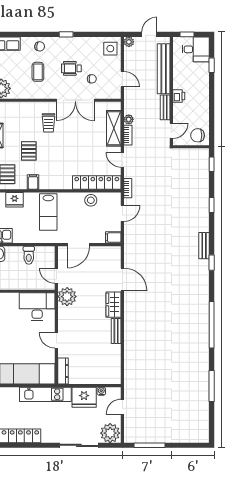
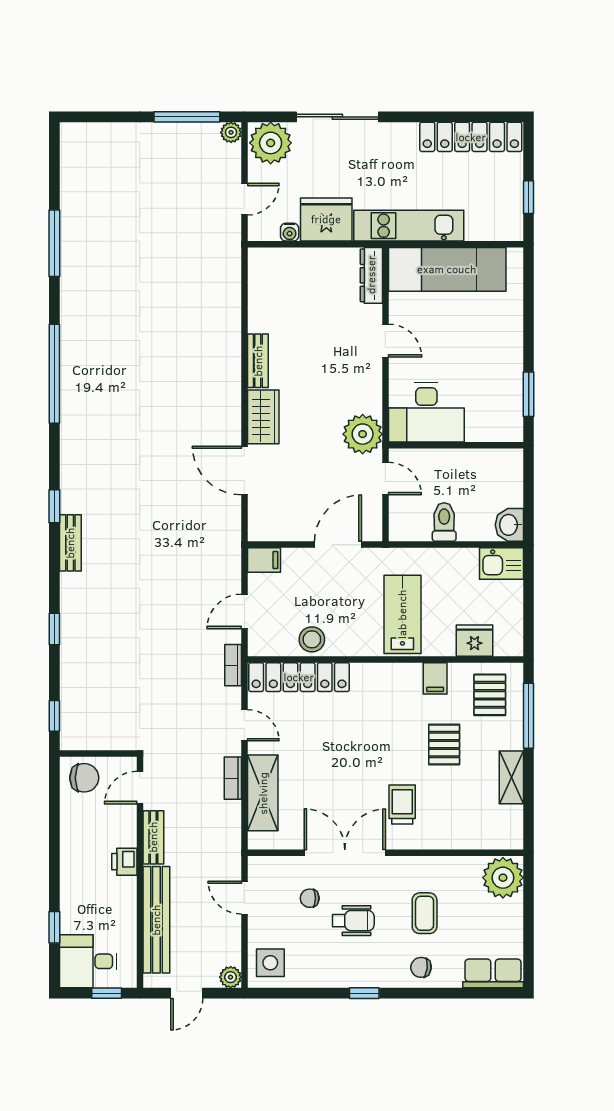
plant: (129, 119) -> (231, 132), moved

